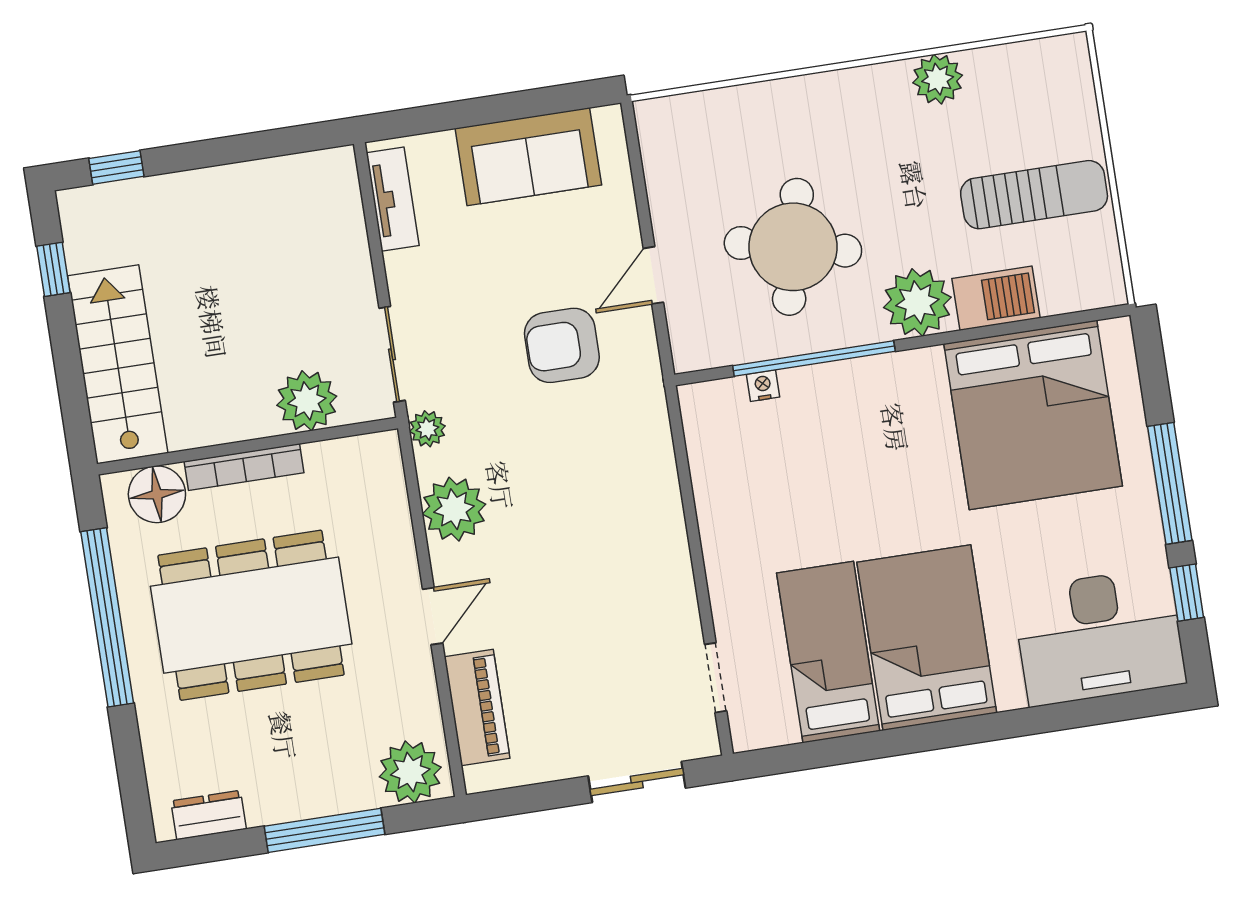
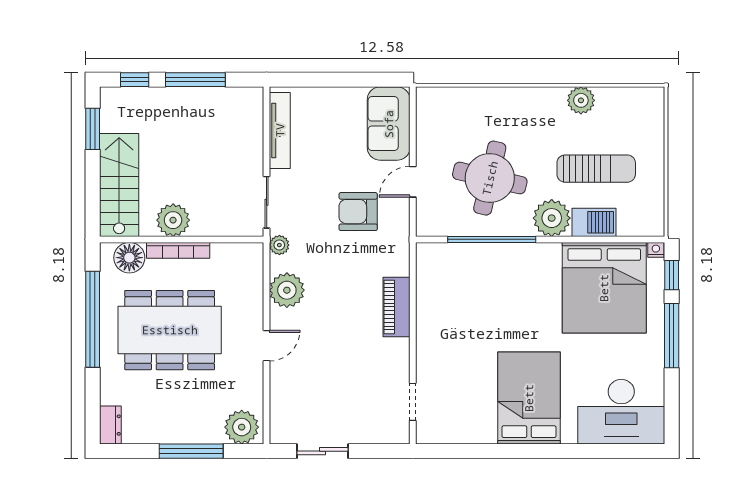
window: (227, 150) -> (195, 80), added
sofa: (528, 157) -> (389, 124), moved, turned 90
sun lounger: (1034, 195) -> (596, 169), moved
tv unit: (393, 199) -> (280, 130), width x1.41
window: (53, 269) -> (93, 129), width x1.50
nightstand: (763, 386) -> (656, 250), moved
plant: (307, 401) -> (173, 220), moved
window: (1187, 593) -> (672, 275), moved
bed: (828, 652) -> (475, 398), removed
piano: (477, 708) -> (397, 307), moved, turned 180
sliding door: (637, 782) -> (322, 451), moved
dresser: (209, 815) -> (110, 425), moved, turned 90

